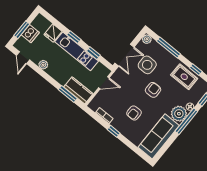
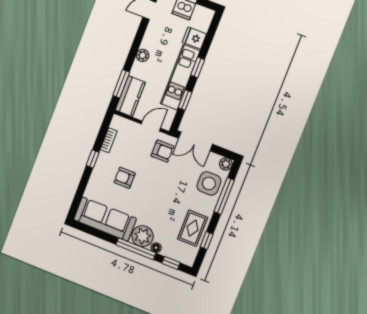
plant: (43, 65) -> (143, 55), moved
side table: (147, 65) -> (209, 183), moved
door: (104, 83) -> (151, 126), swing flipped
armchair: (153, 90) -> (162, 151), moved

